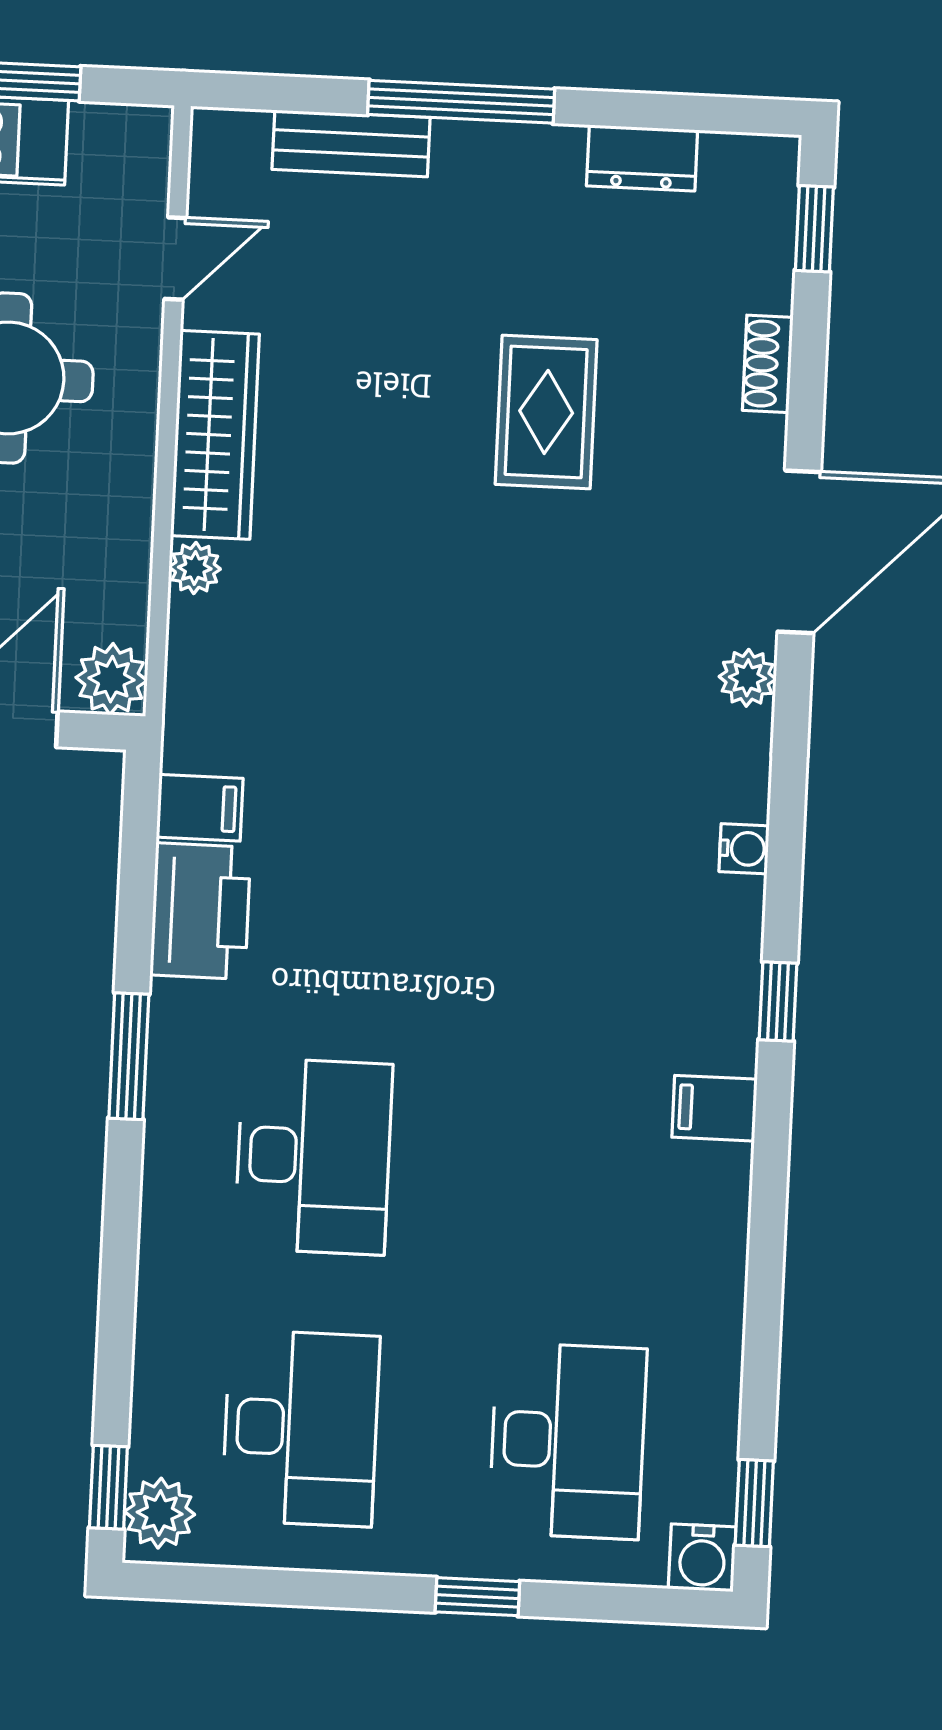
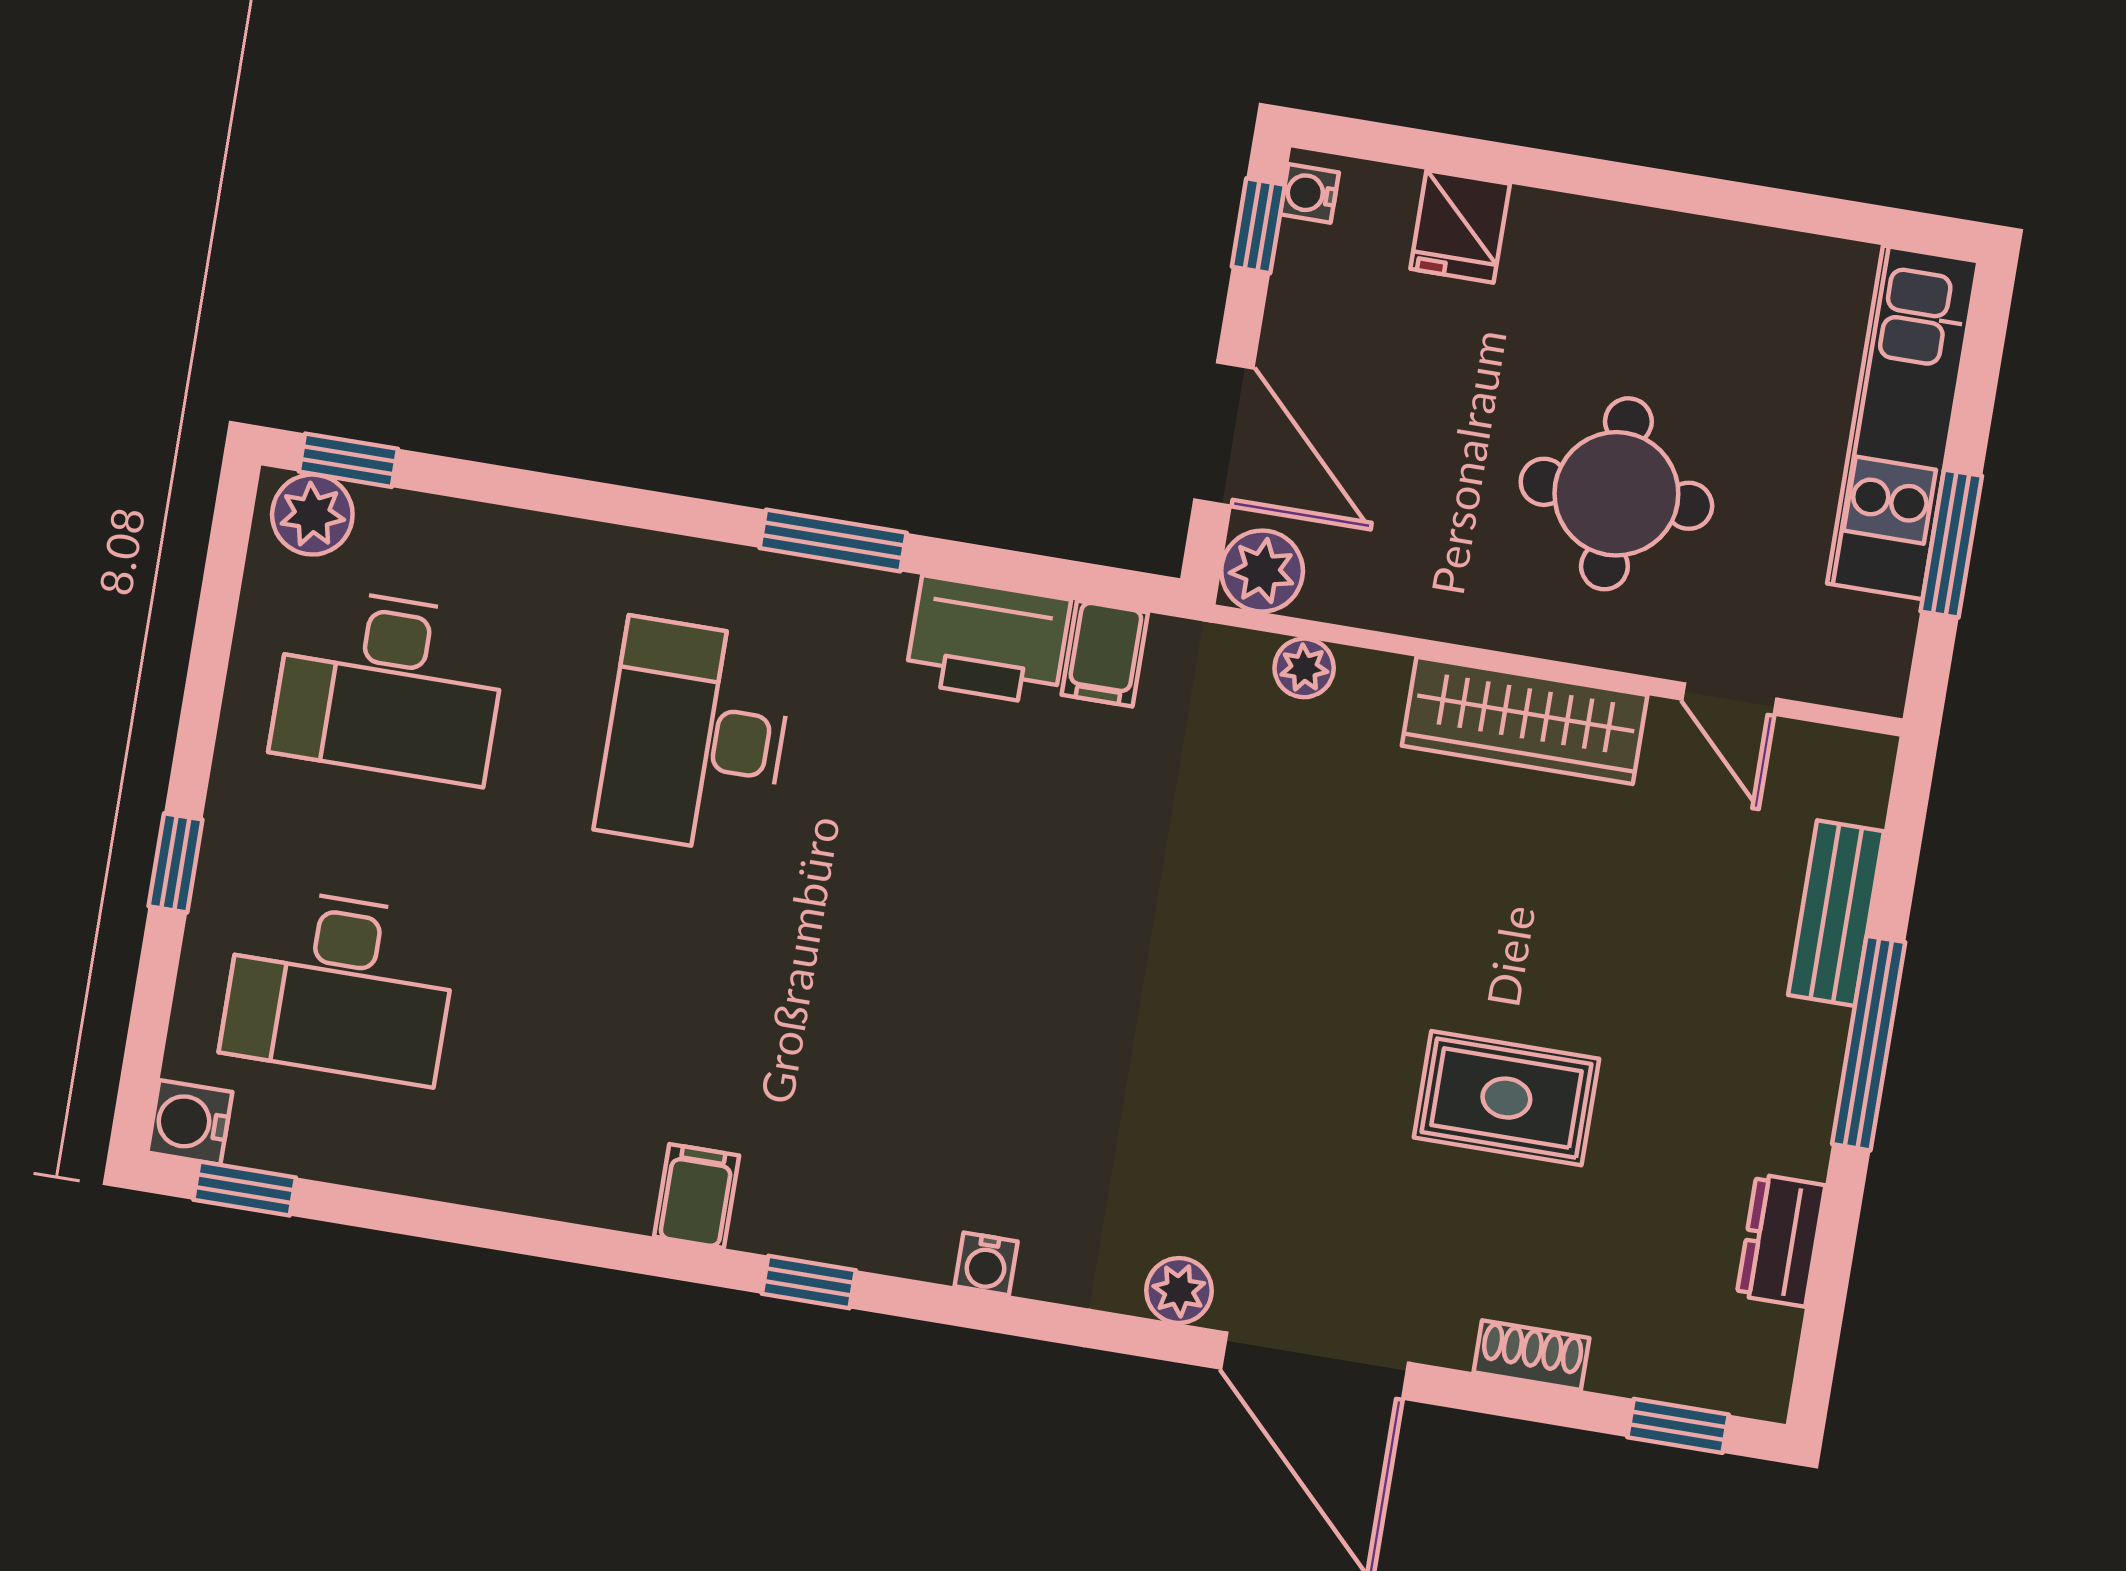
plant: (195, 568) -> (1304, 668), moved
desk: (314, 1156) -> (695, 736), turned 90

